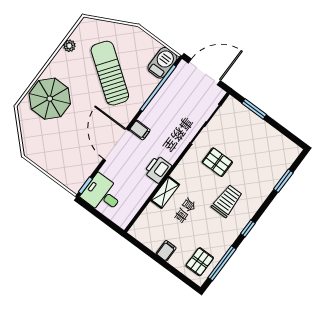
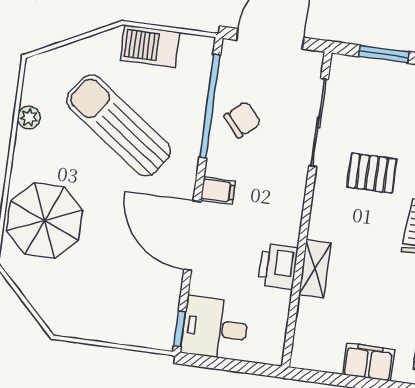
barbecue: (162, 63) -> (150, 46), moved, turned -90
chair: (170, 103) -> (243, 120), added
printer: (158, 169) -> (278, 266), moved
filing cabinet: (166, 251) -> (369, 362), width x2.00

